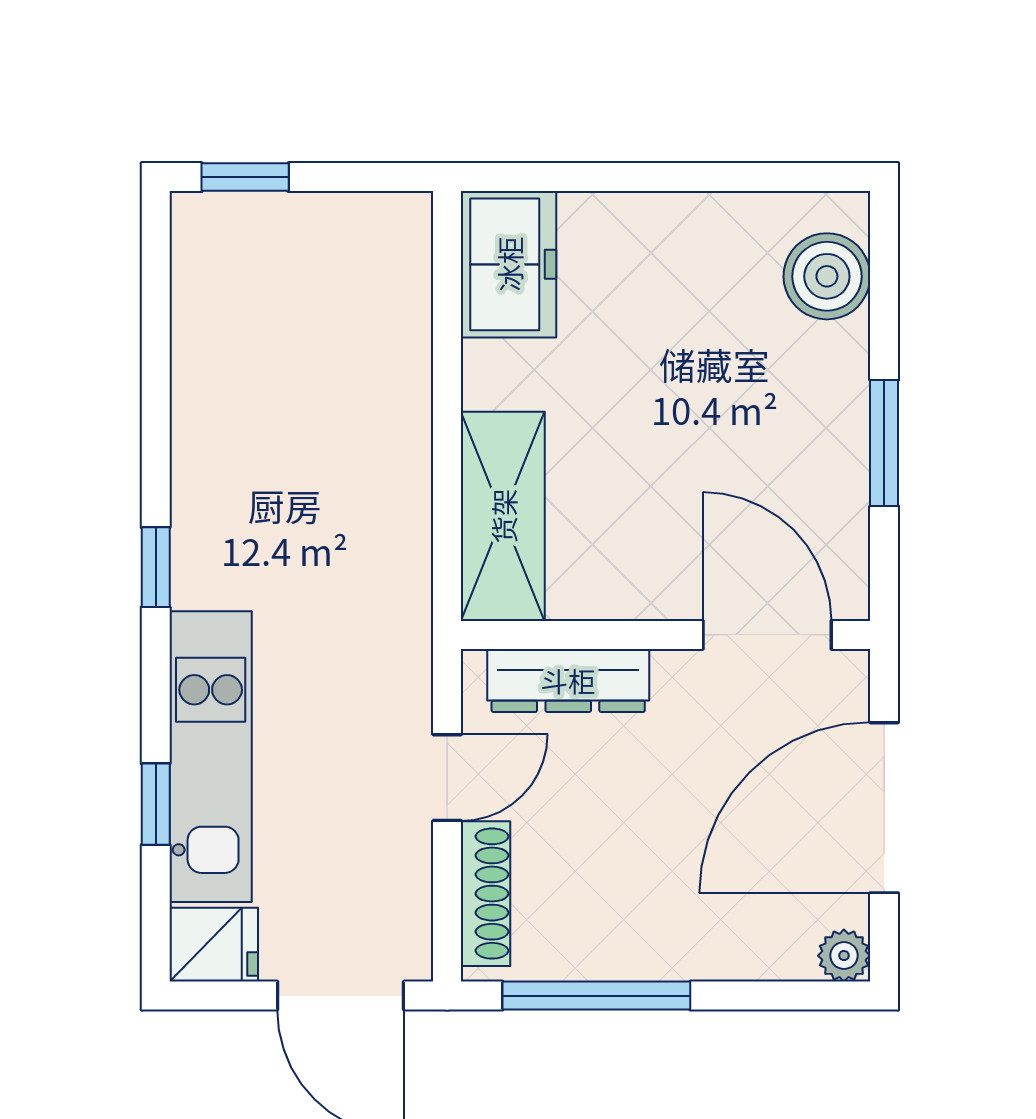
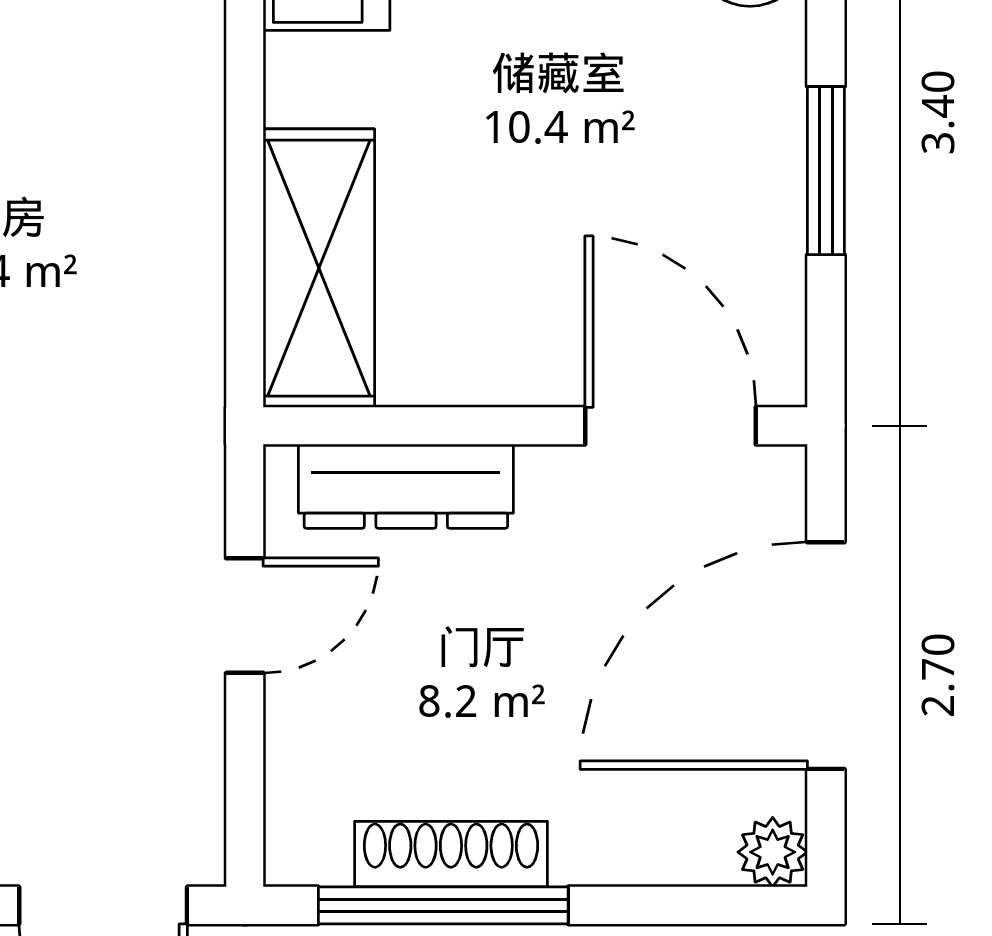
shoe rack: (486, 894) -> (451, 854), moved, turned -90

